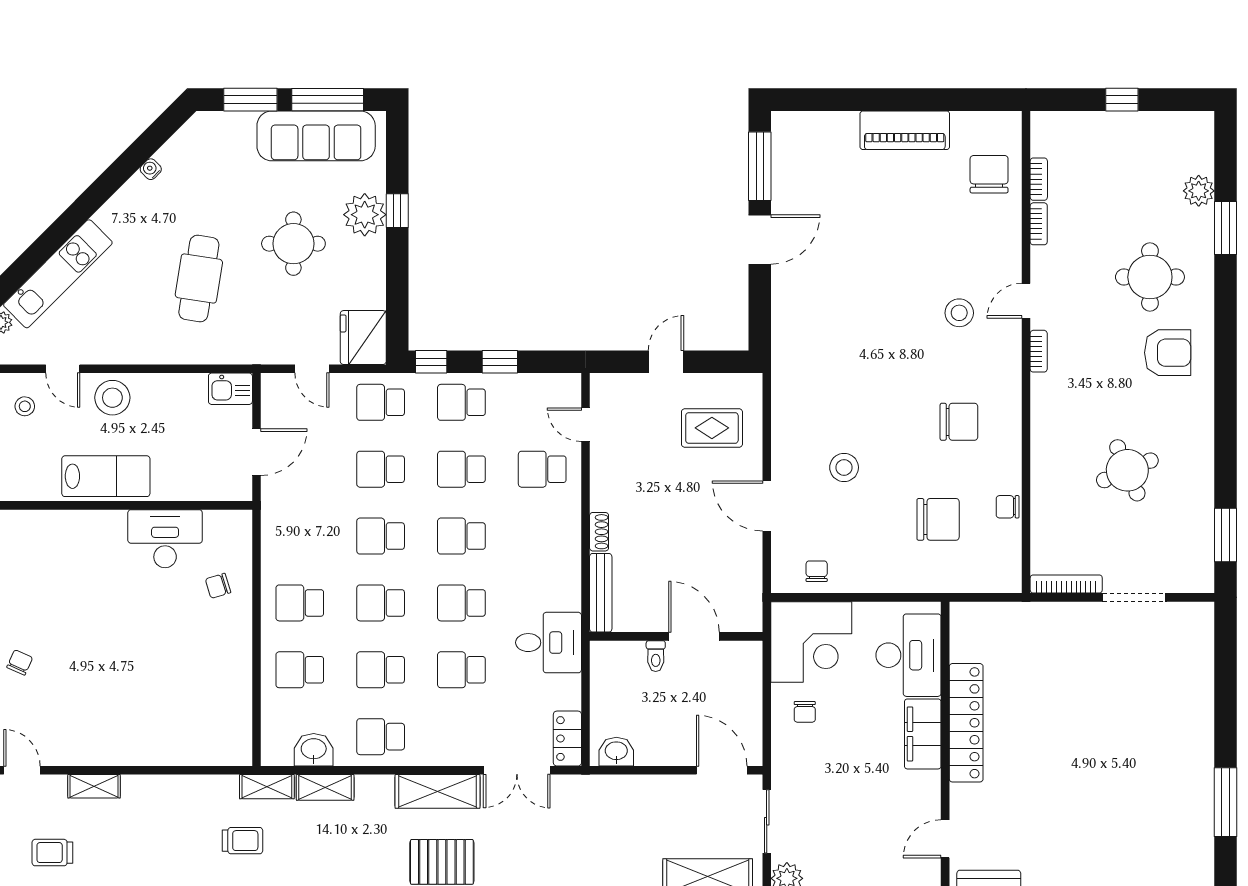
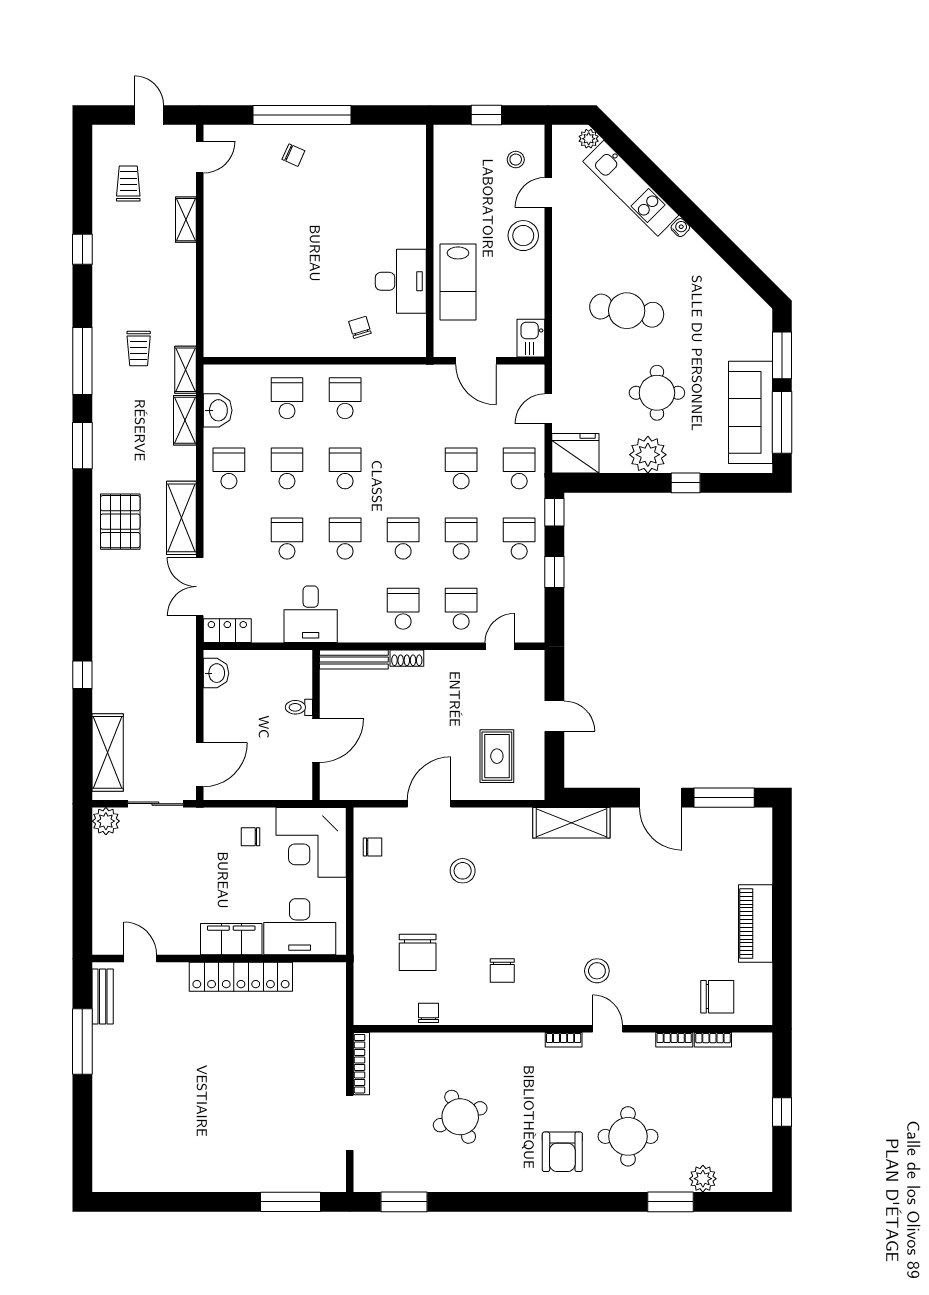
water cooler: (151, 169) -> (680, 228), moved
plant: (365, 215) -> (648, 455), moved
shelving: (789, 342) -> (571, 823), added
chair: (959, 422) -> (502, 971), width x0.73, depth x0.73
lab bench: (106, 476) -> (458, 282), moved
school desk: (381, 536) -> (403, 609), moved
window: (1225, 802) -> (291, 1202), moved

